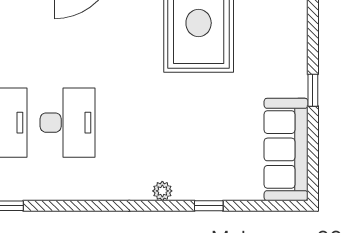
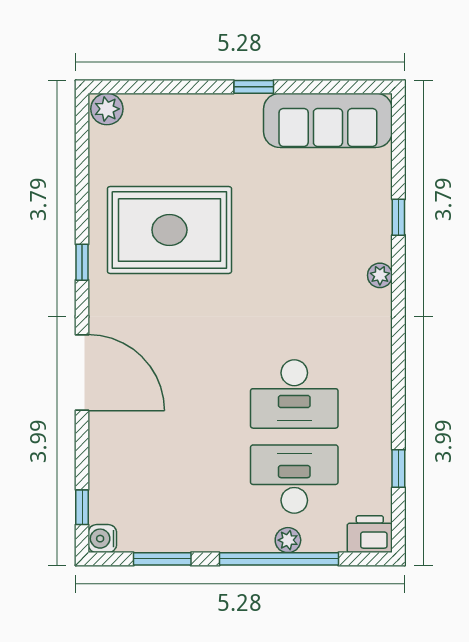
desk: (68, 123) -> (294, 394), turned 180

